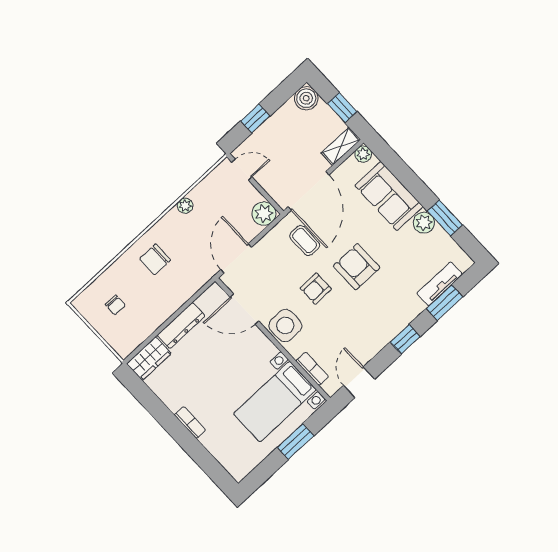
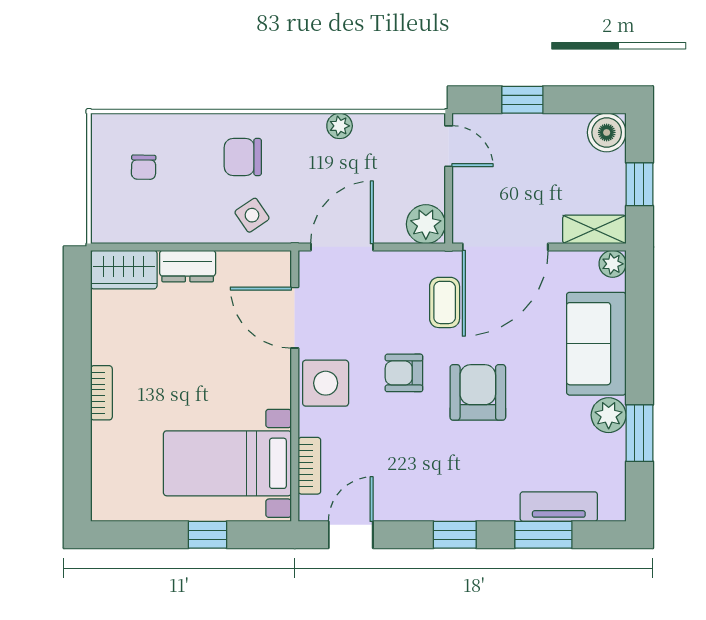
side table: (183, 281) -> (252, 215), added
dresser: (181, 326) -> (188, 266), width x0.70
window: (296, 441) -> (208, 535), width x0.67

